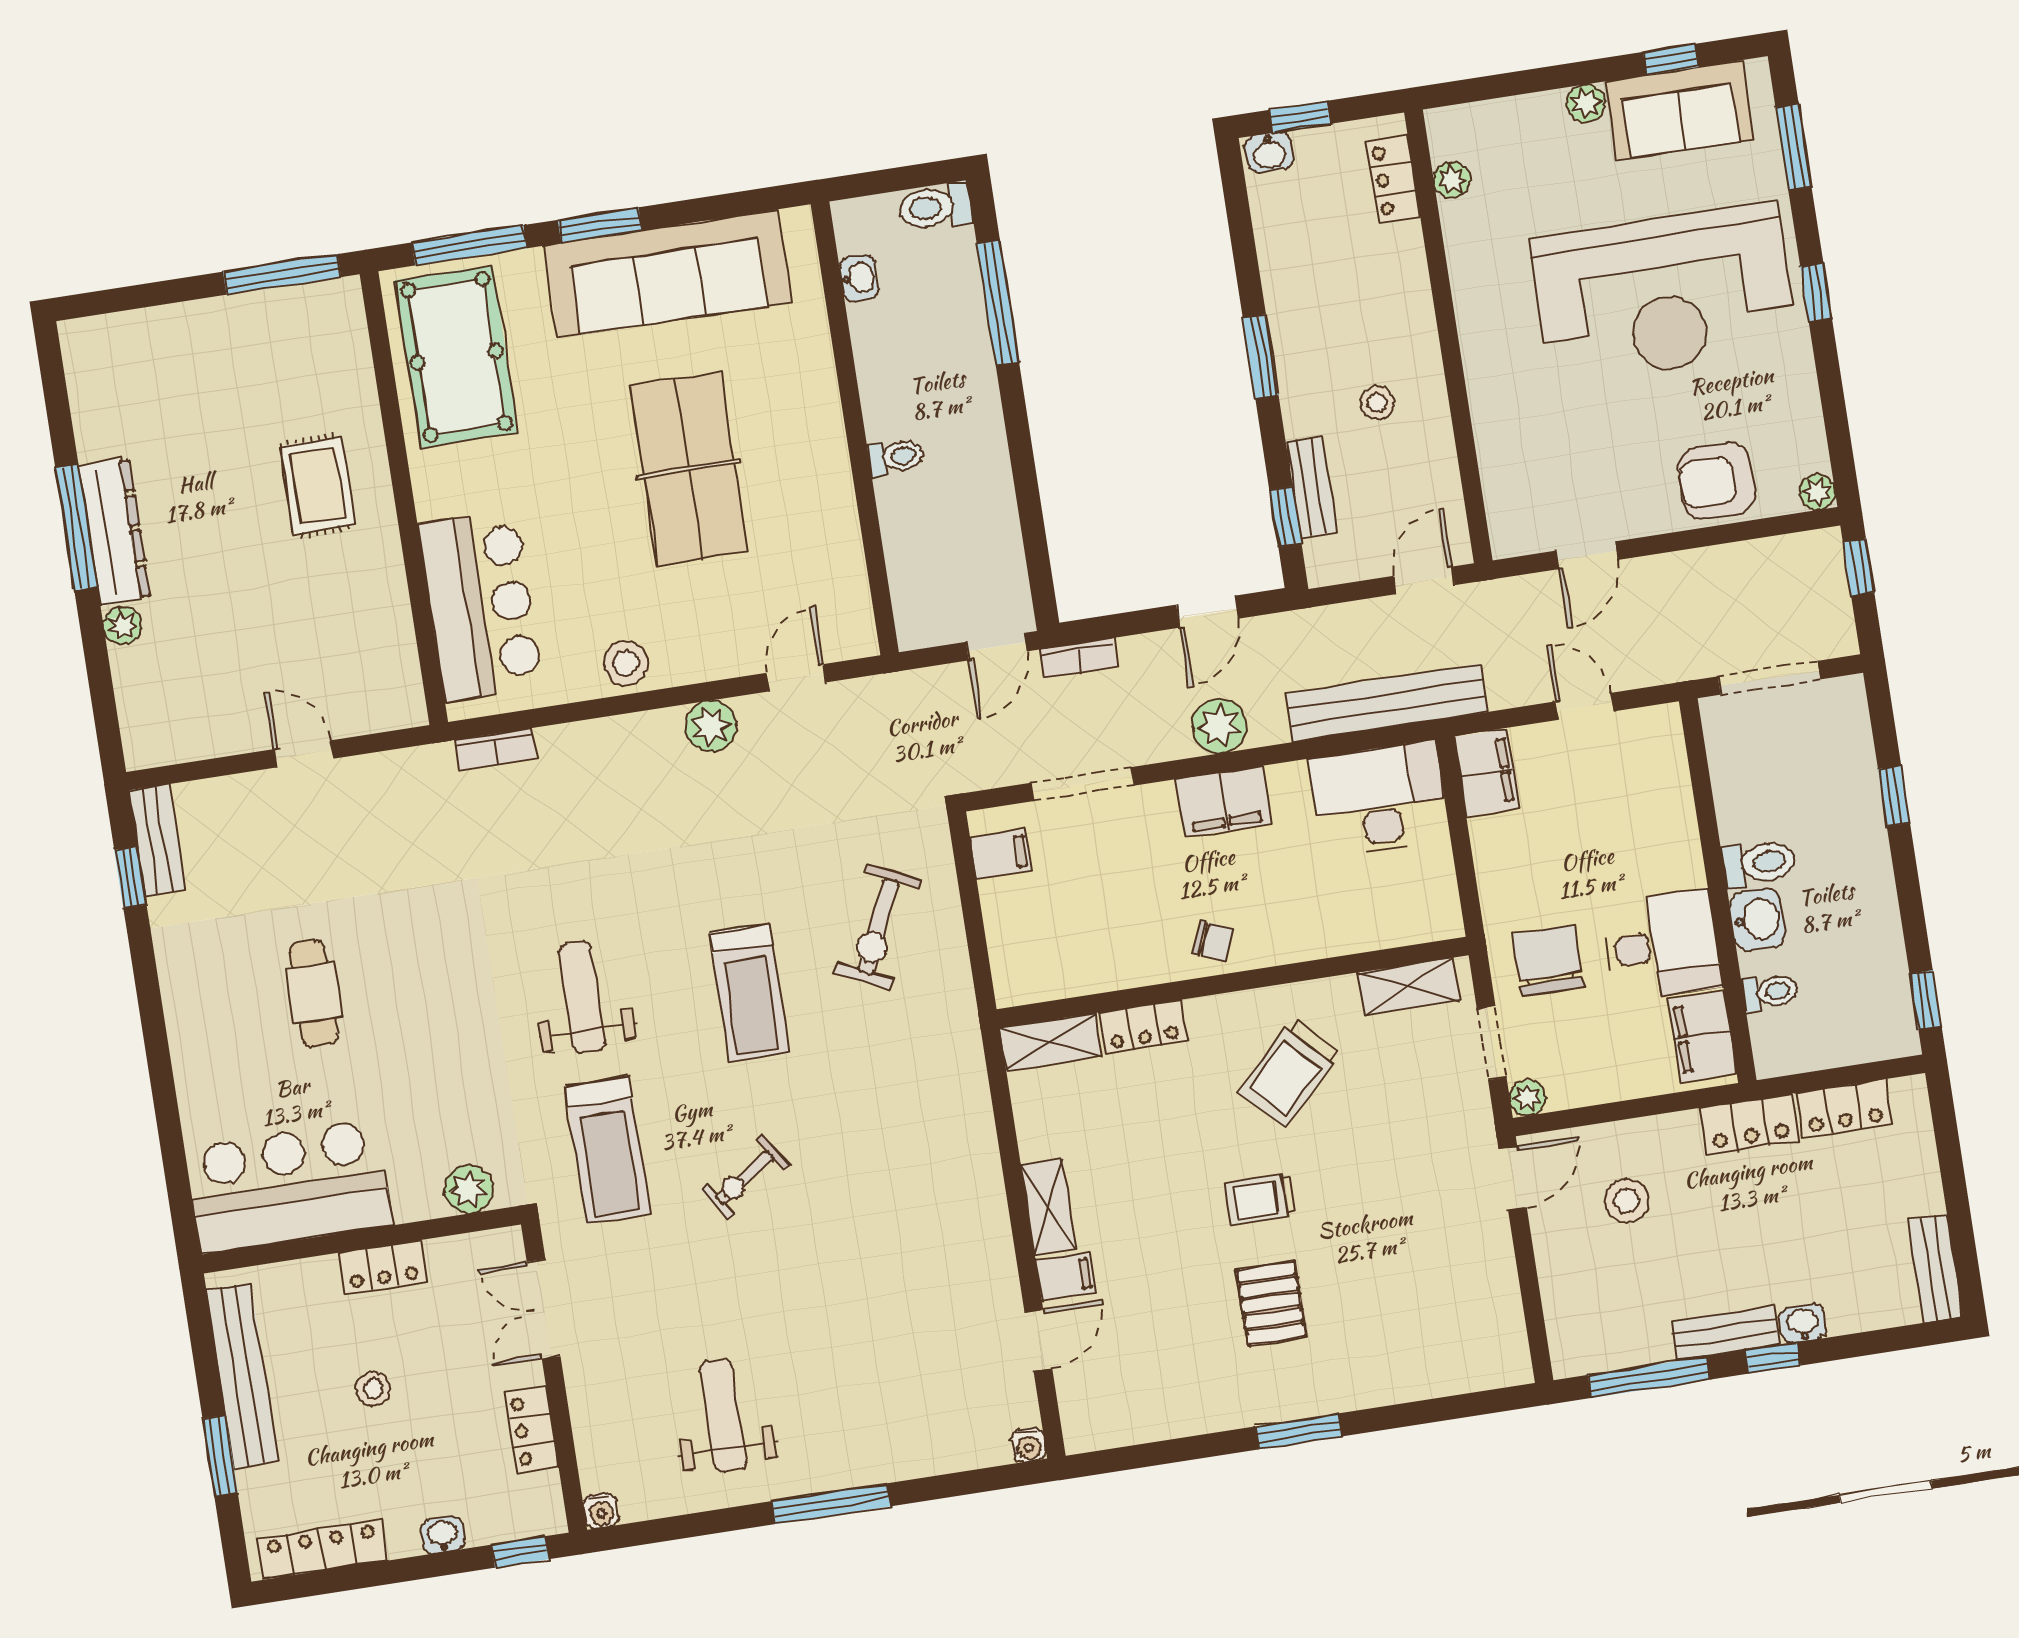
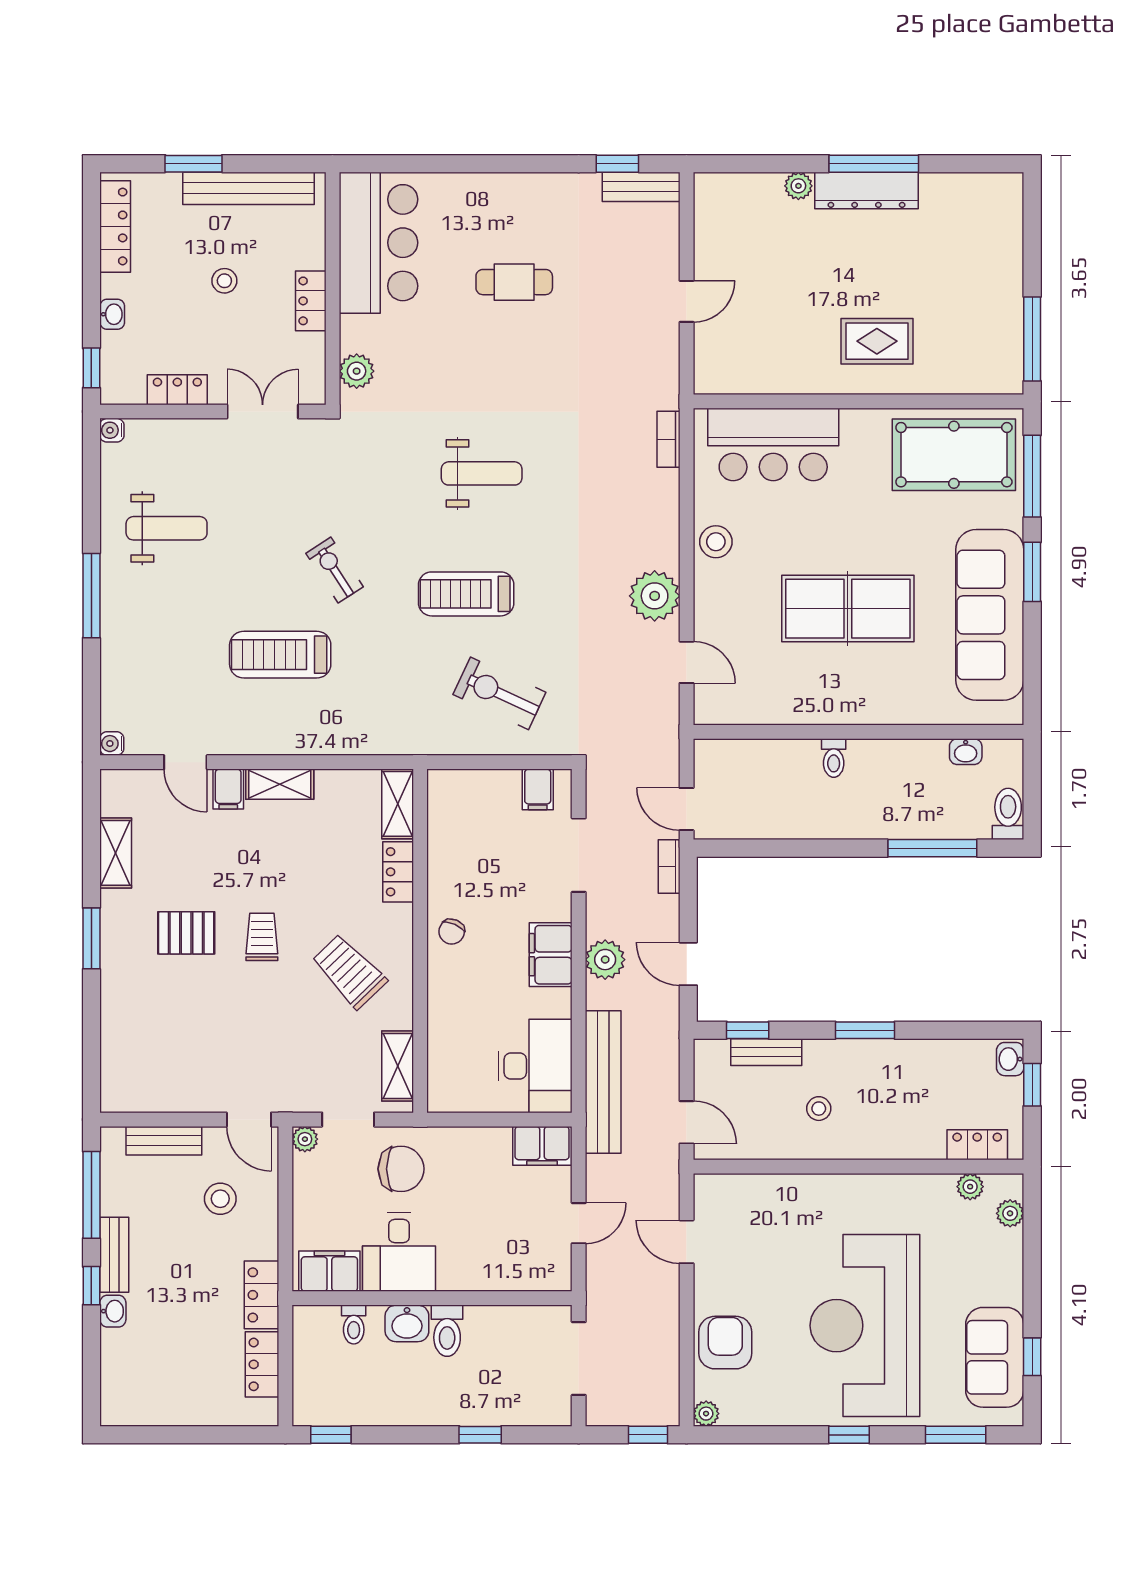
plant: (1586, 103) -> (1010, 1213), moved
plant: (711, 726) -> (655, 596), width x1.36, depth x1.36
treadmill: (608, 1150) -> (280, 655), moved
bench: (1935, 1268) -> (164, 1141), moved
shelving: (1177, 1416) -> (116, 853), added

